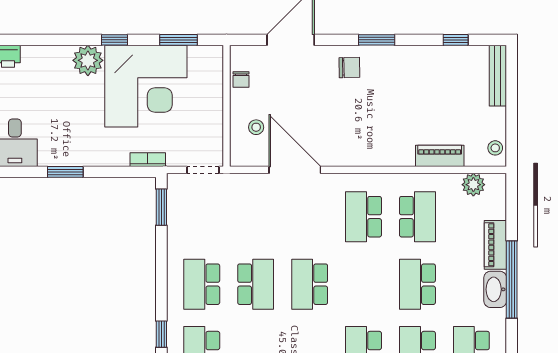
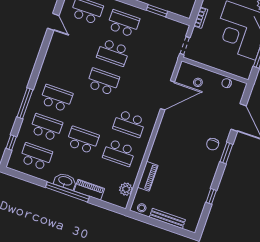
window: (377, 40) -> (226, 153), moved
window: (456, 40) -> (211, 196), moved
bench: (498, 76) -> (167, 218), moved
window: (161, 207) -> (157, 11), moved
school desk: (364, 217) -> (129, 124), turned 180

